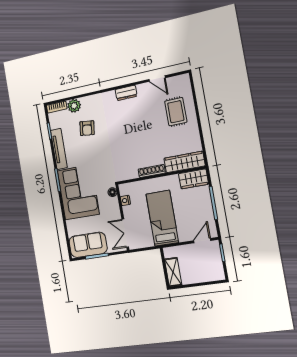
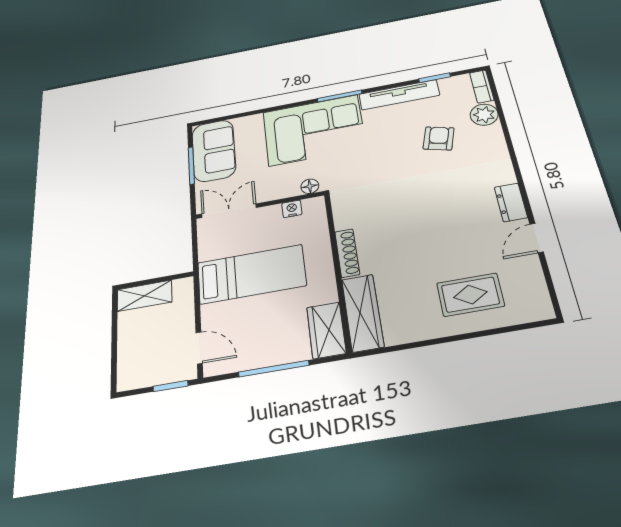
door: (157, 79) -> (537, 238), moved
armchair: (87, 128) -> (439, 138), turned 99

